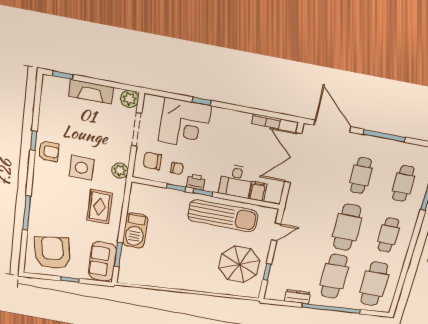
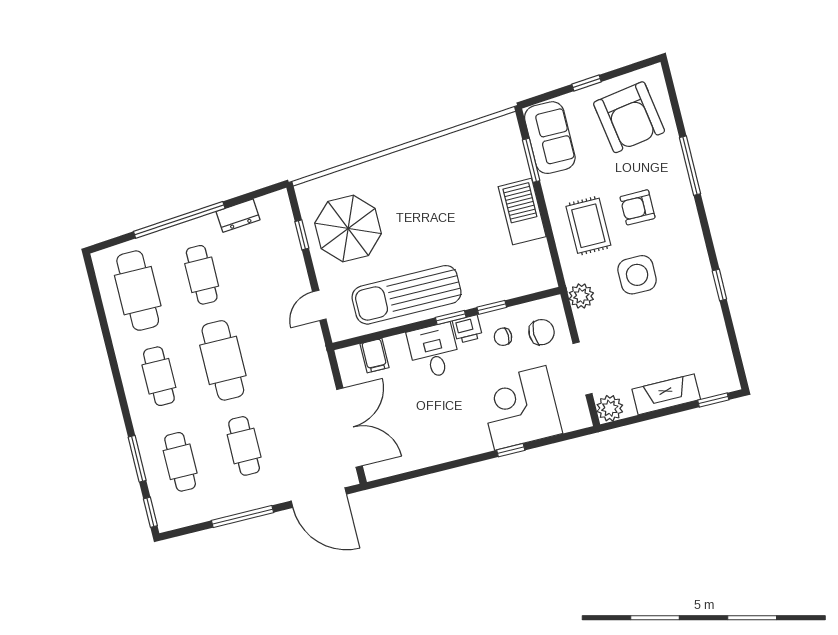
bookcase: (266, 121) -> (412, 463), removed
armchair: (49, 151) -> (638, 207), moved
desk: (236, 181) -> (434, 351), moved
cafe table: (334, 276) -> (202, 275), width x0.73, depth x0.74

